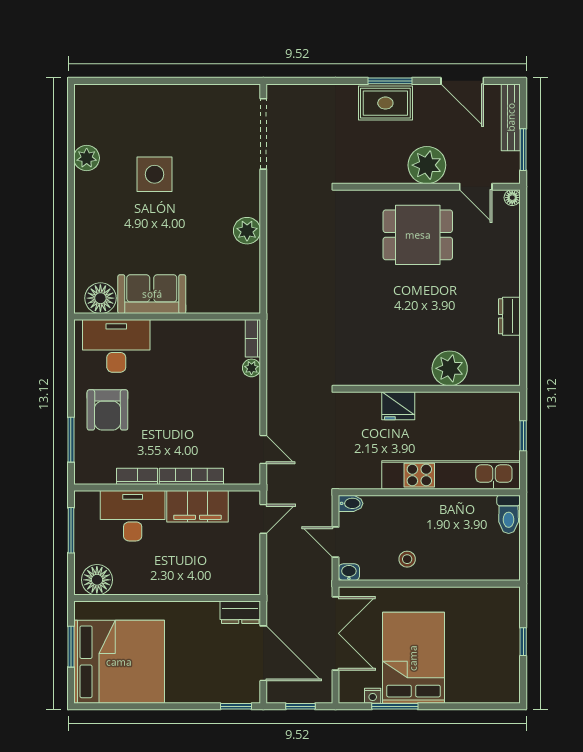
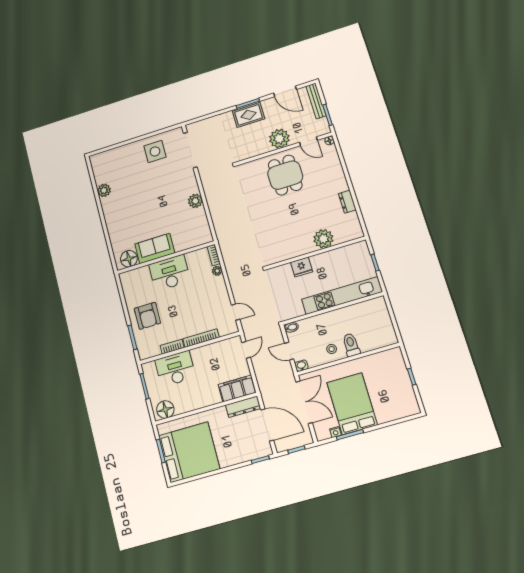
side table: (155, 174) -> (155, 151), moved
dining table: (418, 235) -> (285, 175), turned 90
desk: (116, 346) -> (170, 273), moved
filing cabinet: (197, 506) -> (237, 388), moved, turned 180
toilet: (509, 514) -> (351, 345), moved, turned 180
dresser: (240, 612) -> (243, 407), width x1.44

